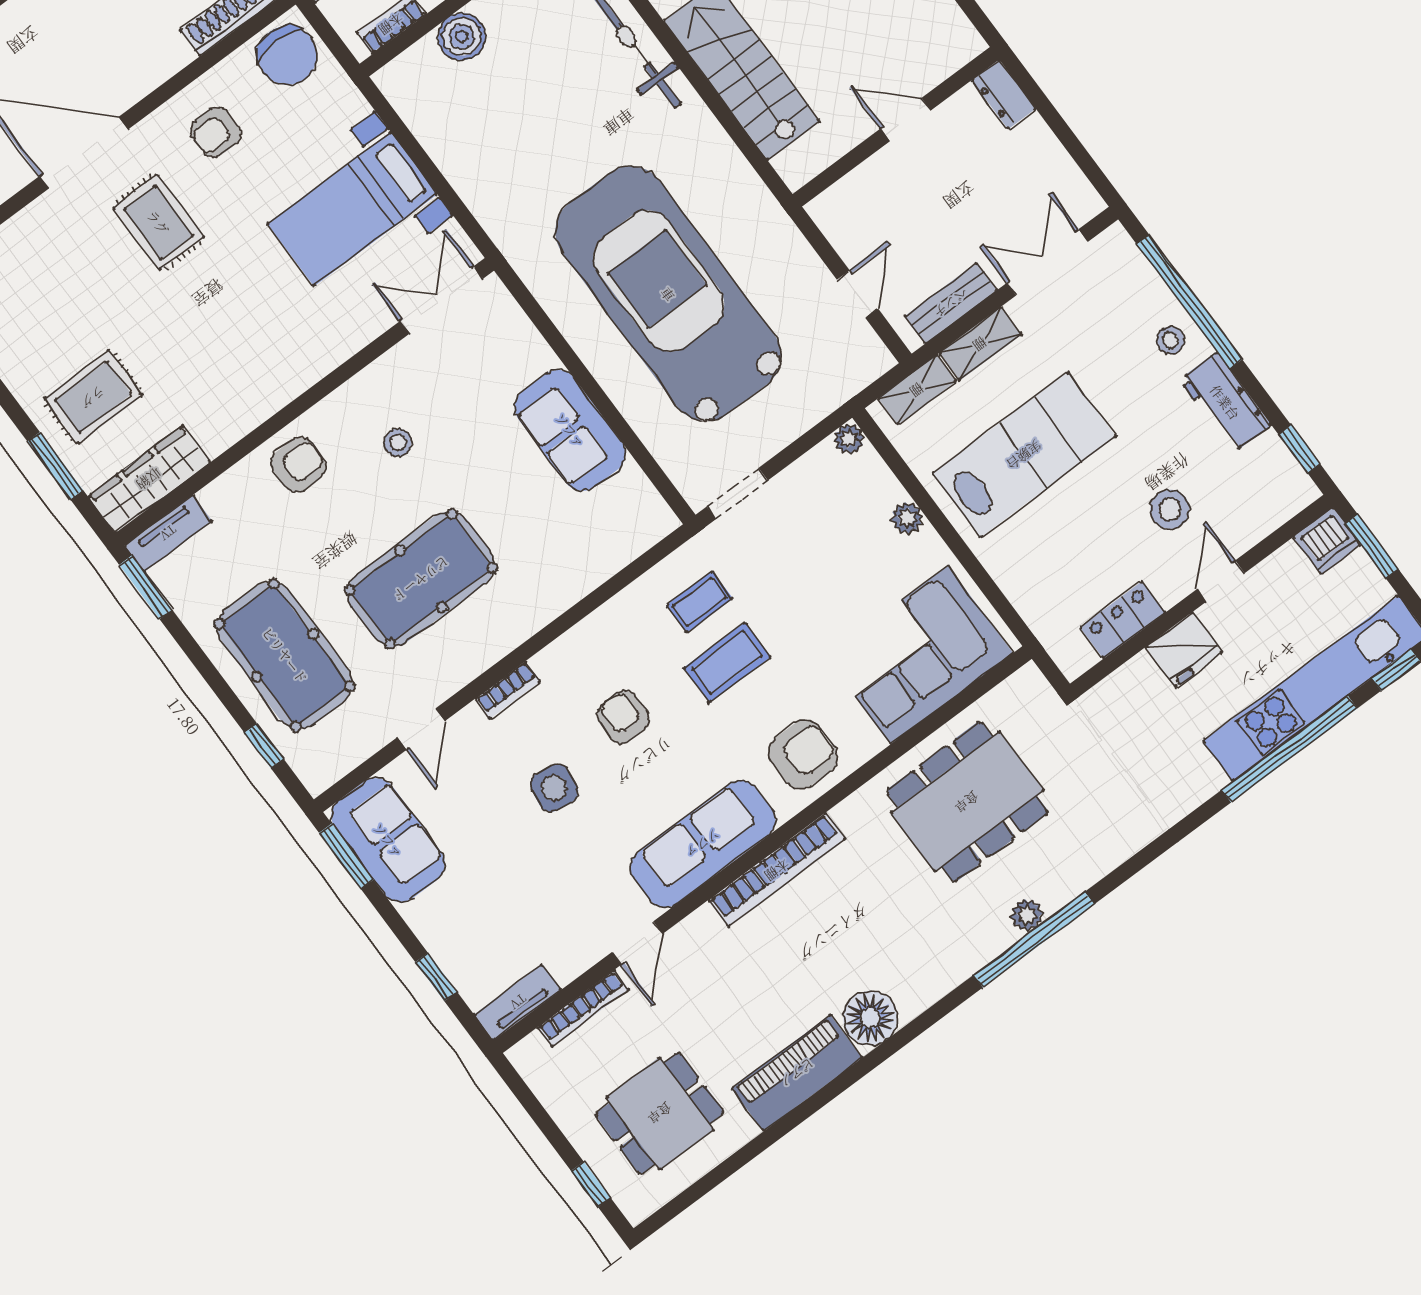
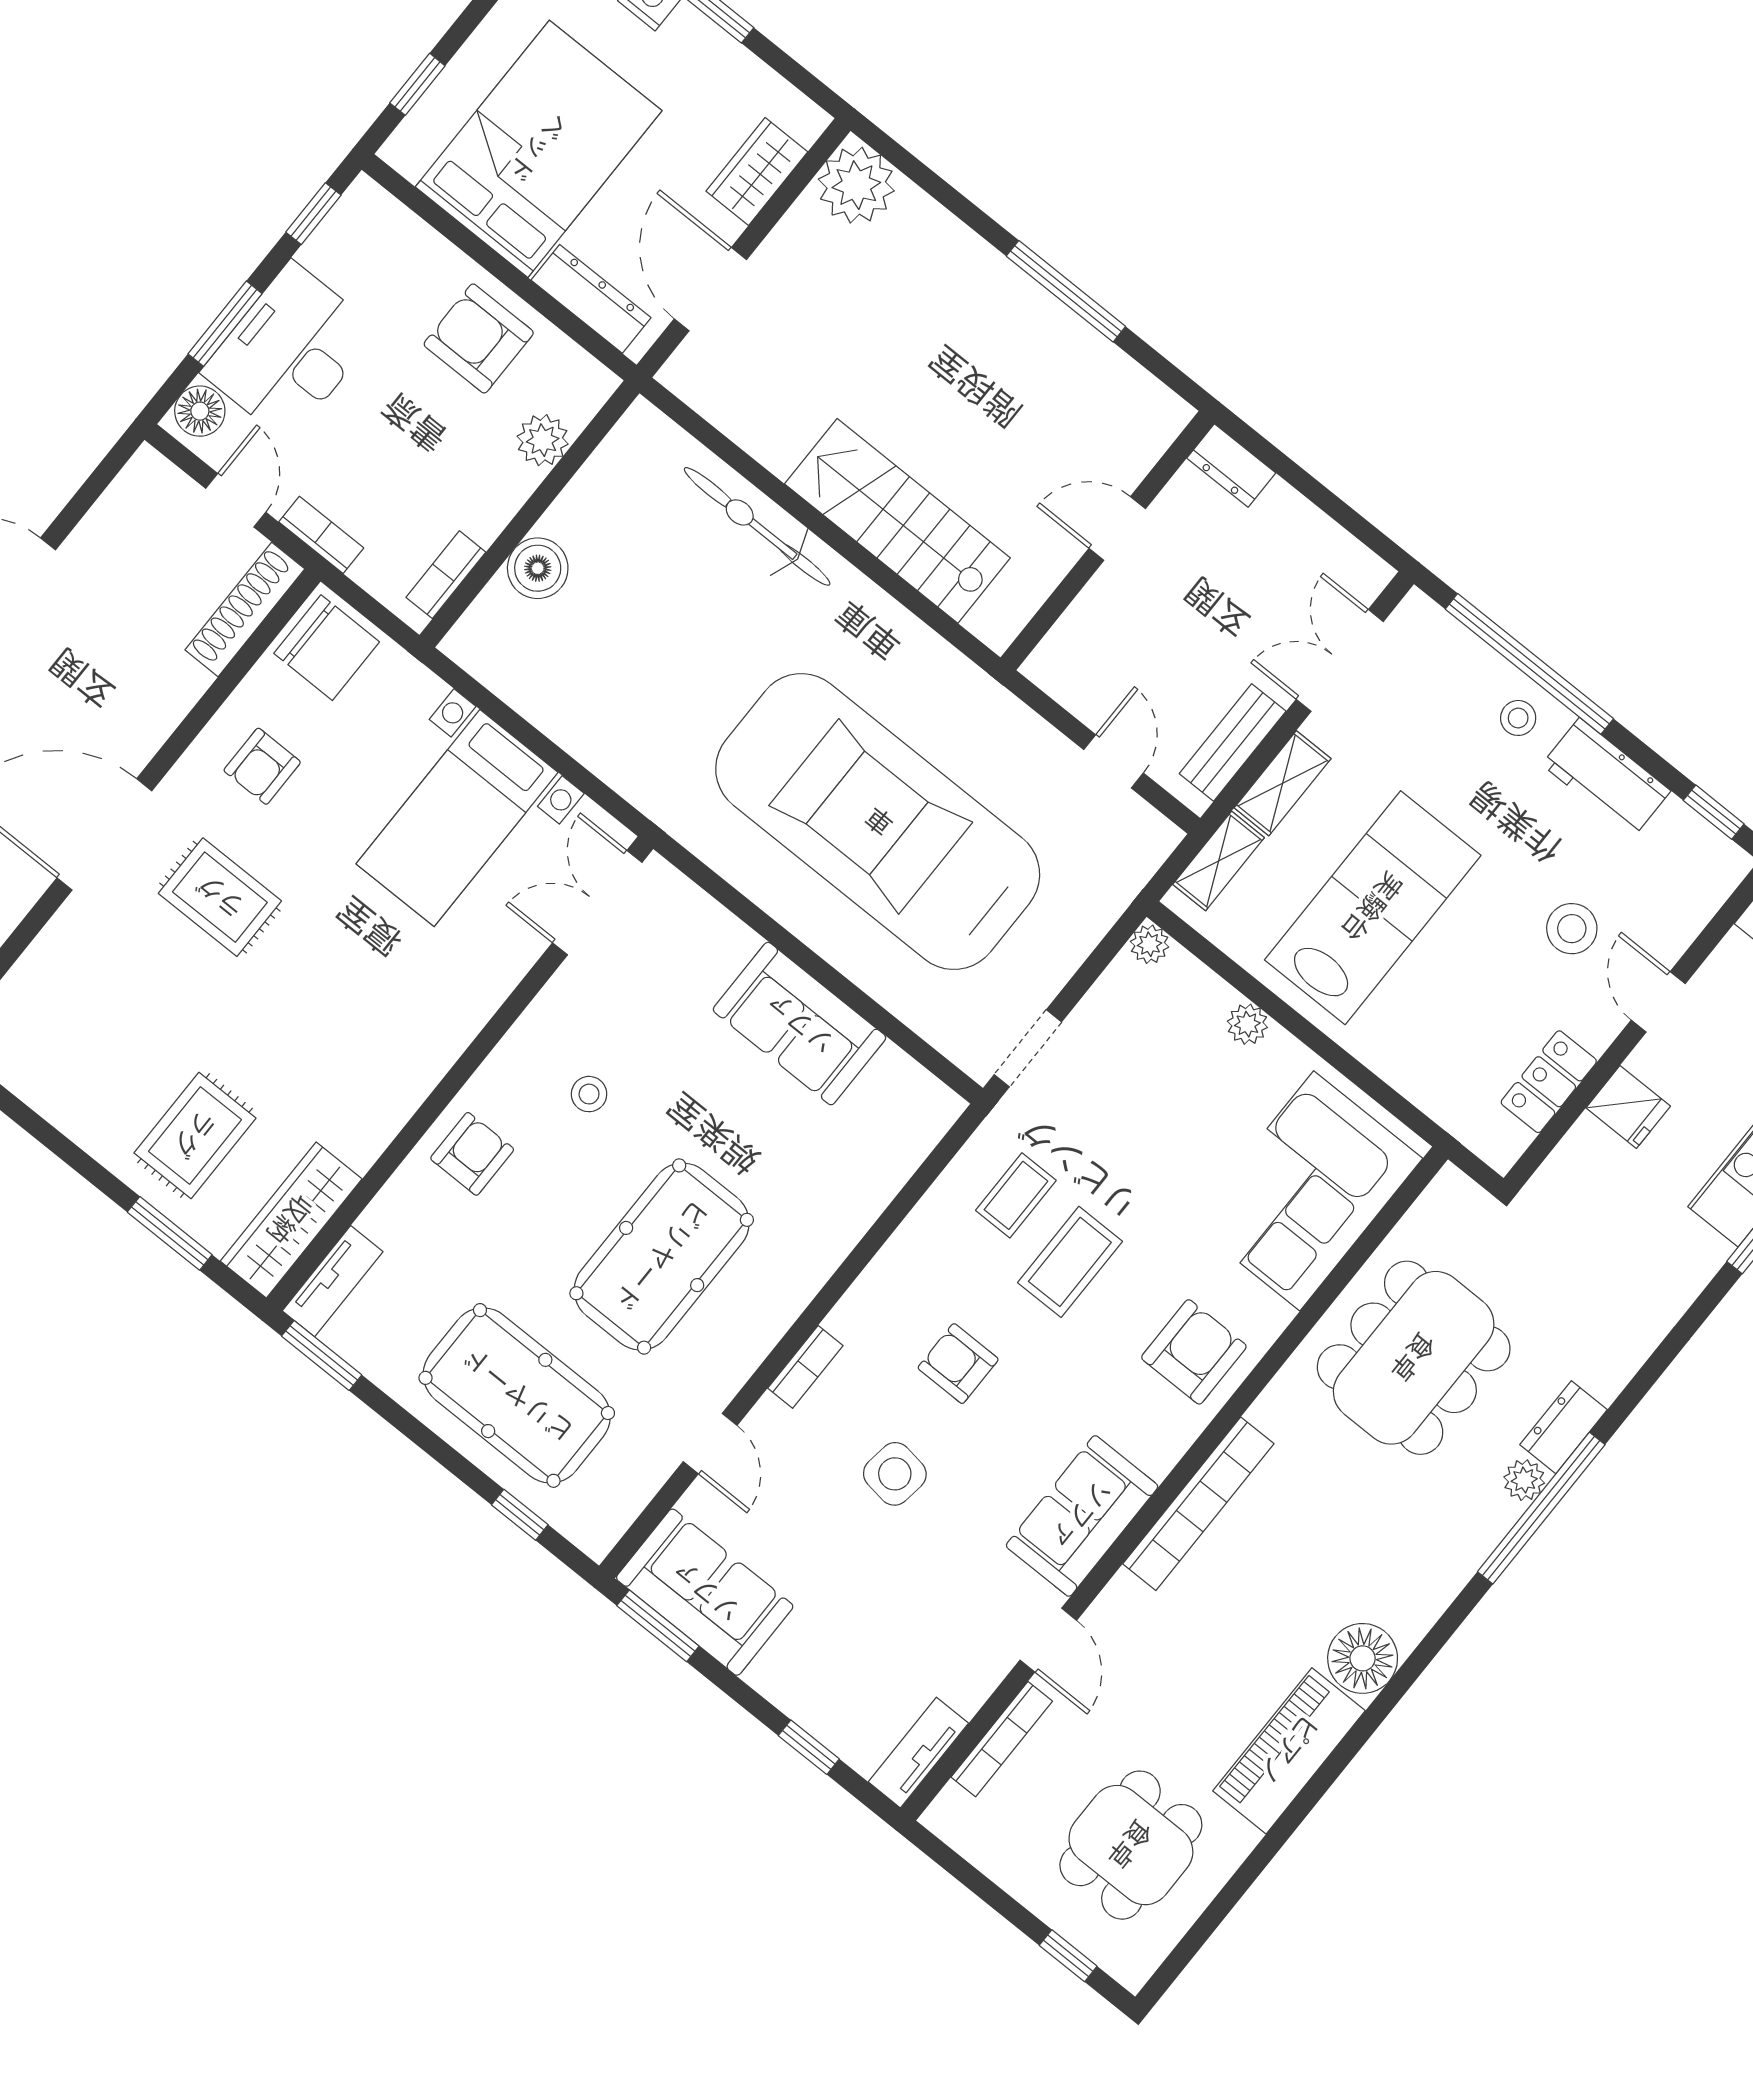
fridge: (1184, 650) -> (1628, 1107), width x0.72
sofa: (703, 844) -> (1082, 1516), width x0.73
dresser: (1067, 883) -> (1564, 1427), added

